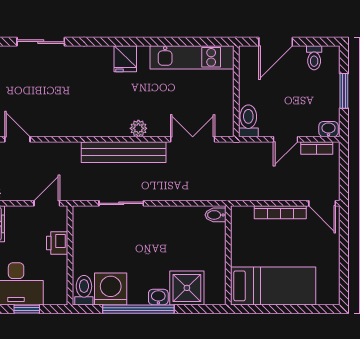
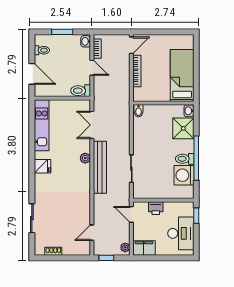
toilet: (84, 290) -> (185, 159), moved
washbasin: (158, 297) -> (189, 111), moved
window: (27, 309) -> (196, 216), moved

